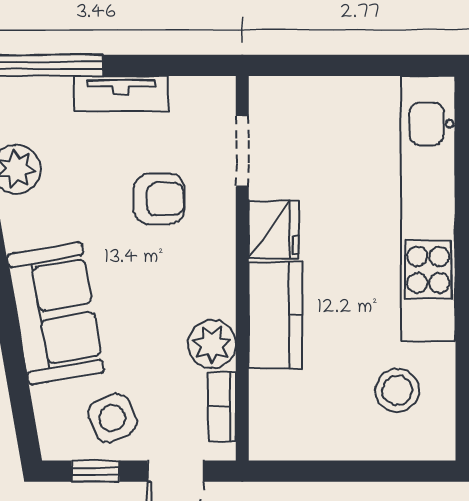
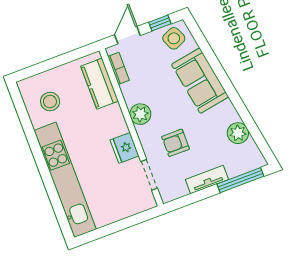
kitchen counter: (275, 315) -> (100, 84), moved
plant: (212, 344) -> (140, 114), moved
side table: (112, 418) -> (174, 38), moved

